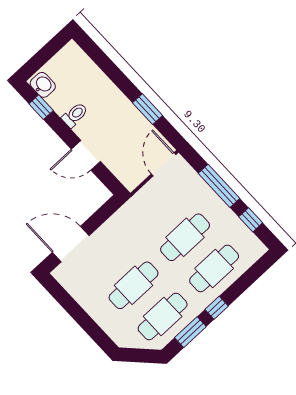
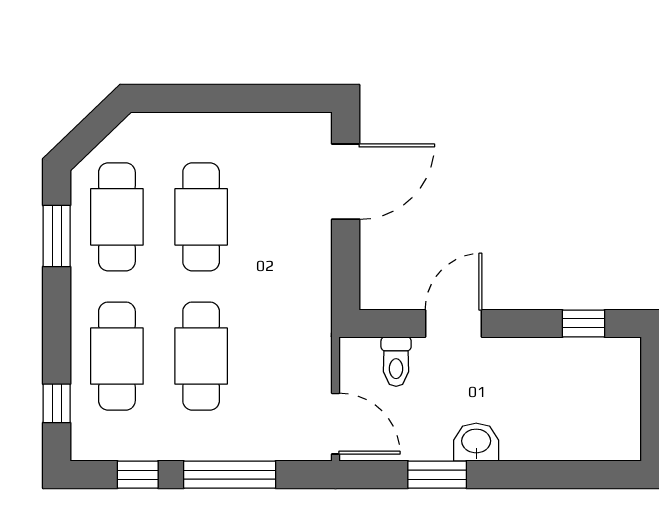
washbasin: (43, 85) -> (476, 442), moved, turned 180
toilet: (75, 115) -> (396, 362), moved
window: (217, 308) -> (57, 403), moved

